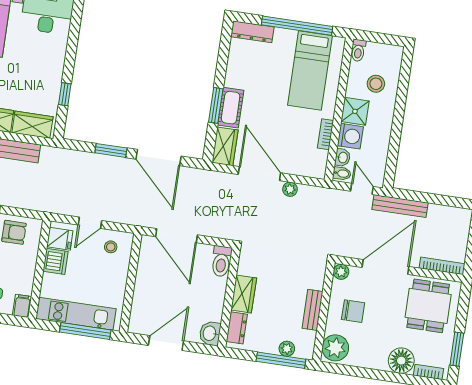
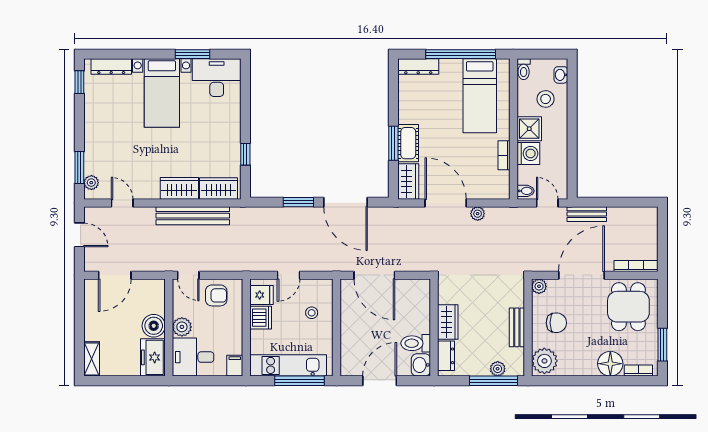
washbasin: (343, 157) -> (561, 75), moved, turned 180
bench: (400, 206) -> (587, 214), width x0.73
stool: (111, 247) -> (312, 313), moved
toilet: (221, 261) -> (416, 343), moved, turned 90

